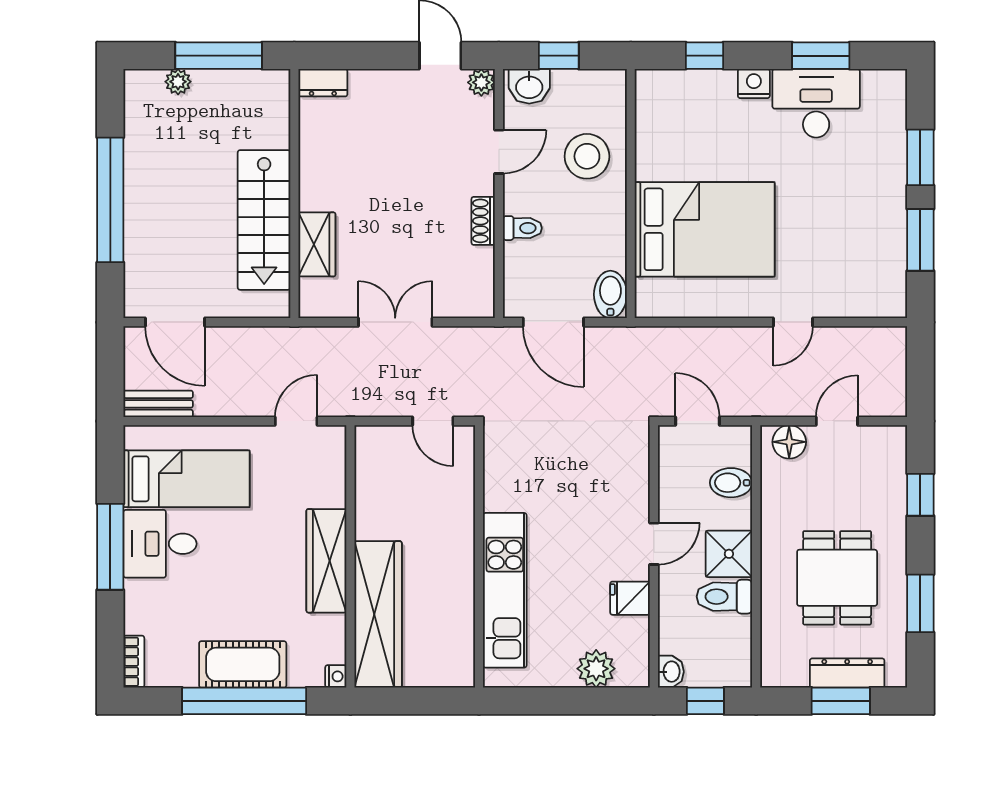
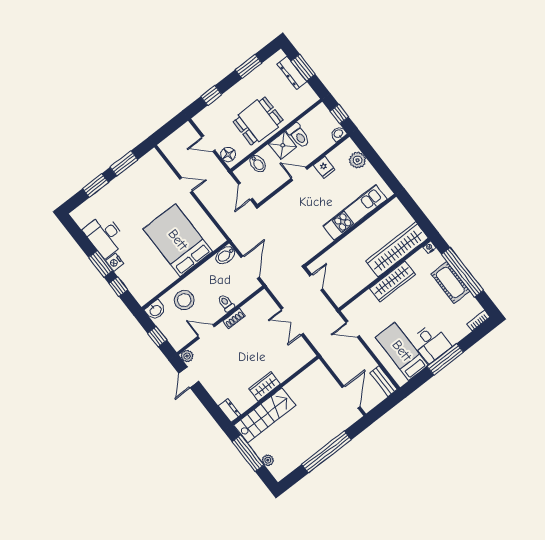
window: (821, 56) -> (101, 264), moved
washbasin: (529, 86) -> (155, 310), moved, turned 90
stairs: (264, 220) -> (265, 415), moved
wardrobe: (317, 244) -> (265, 386), moved
dining table: (837, 578) -> (258, 121), moved

